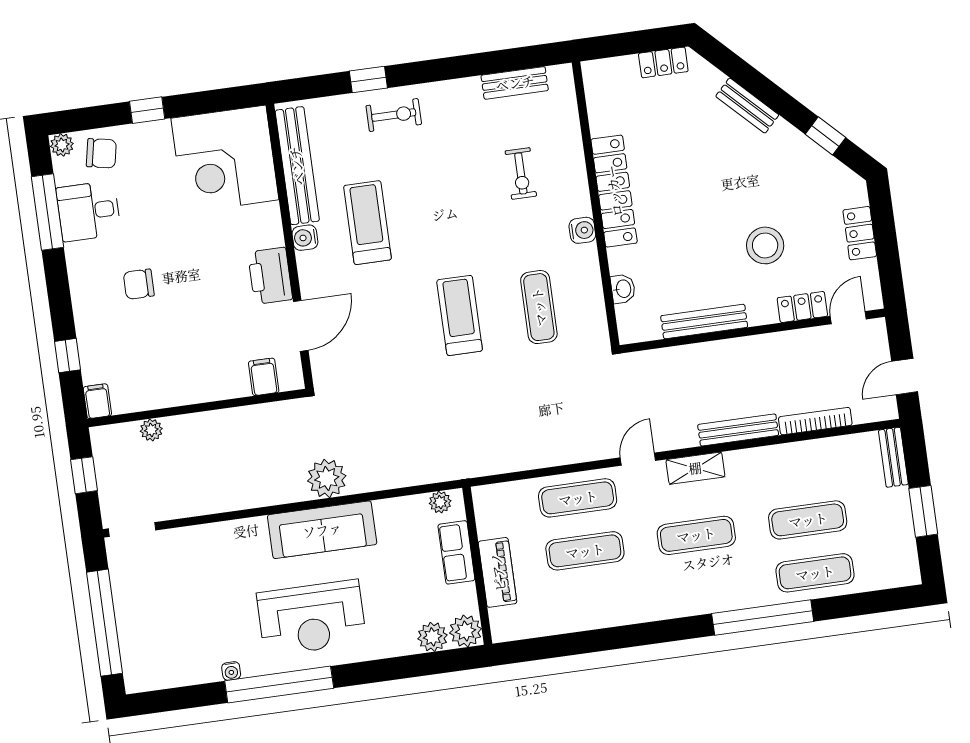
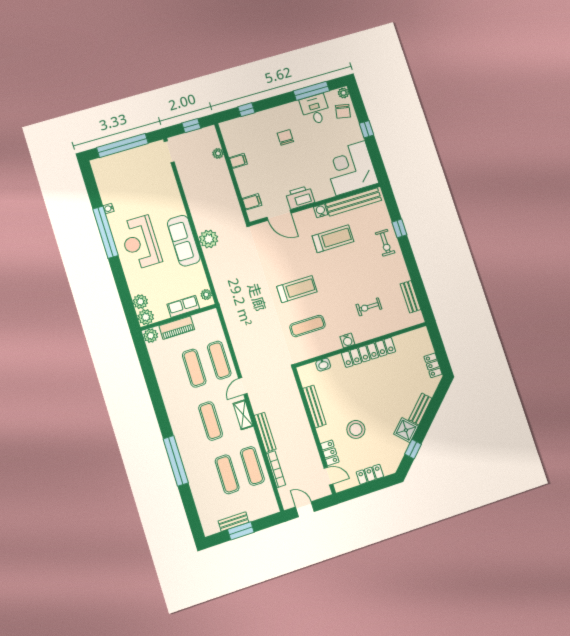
shower: (785, 143) -> (406, 430), added
filing cabinet: (97, 401) -> (238, 161), moved
bench: (893, 457) -> (233, 522), moved
door: (638, 459) -> (243, 386), swing flipped
exercise mat: (815, 573) -> (252, 466), moved
plant: (505, 627) -> (151, 336), added

